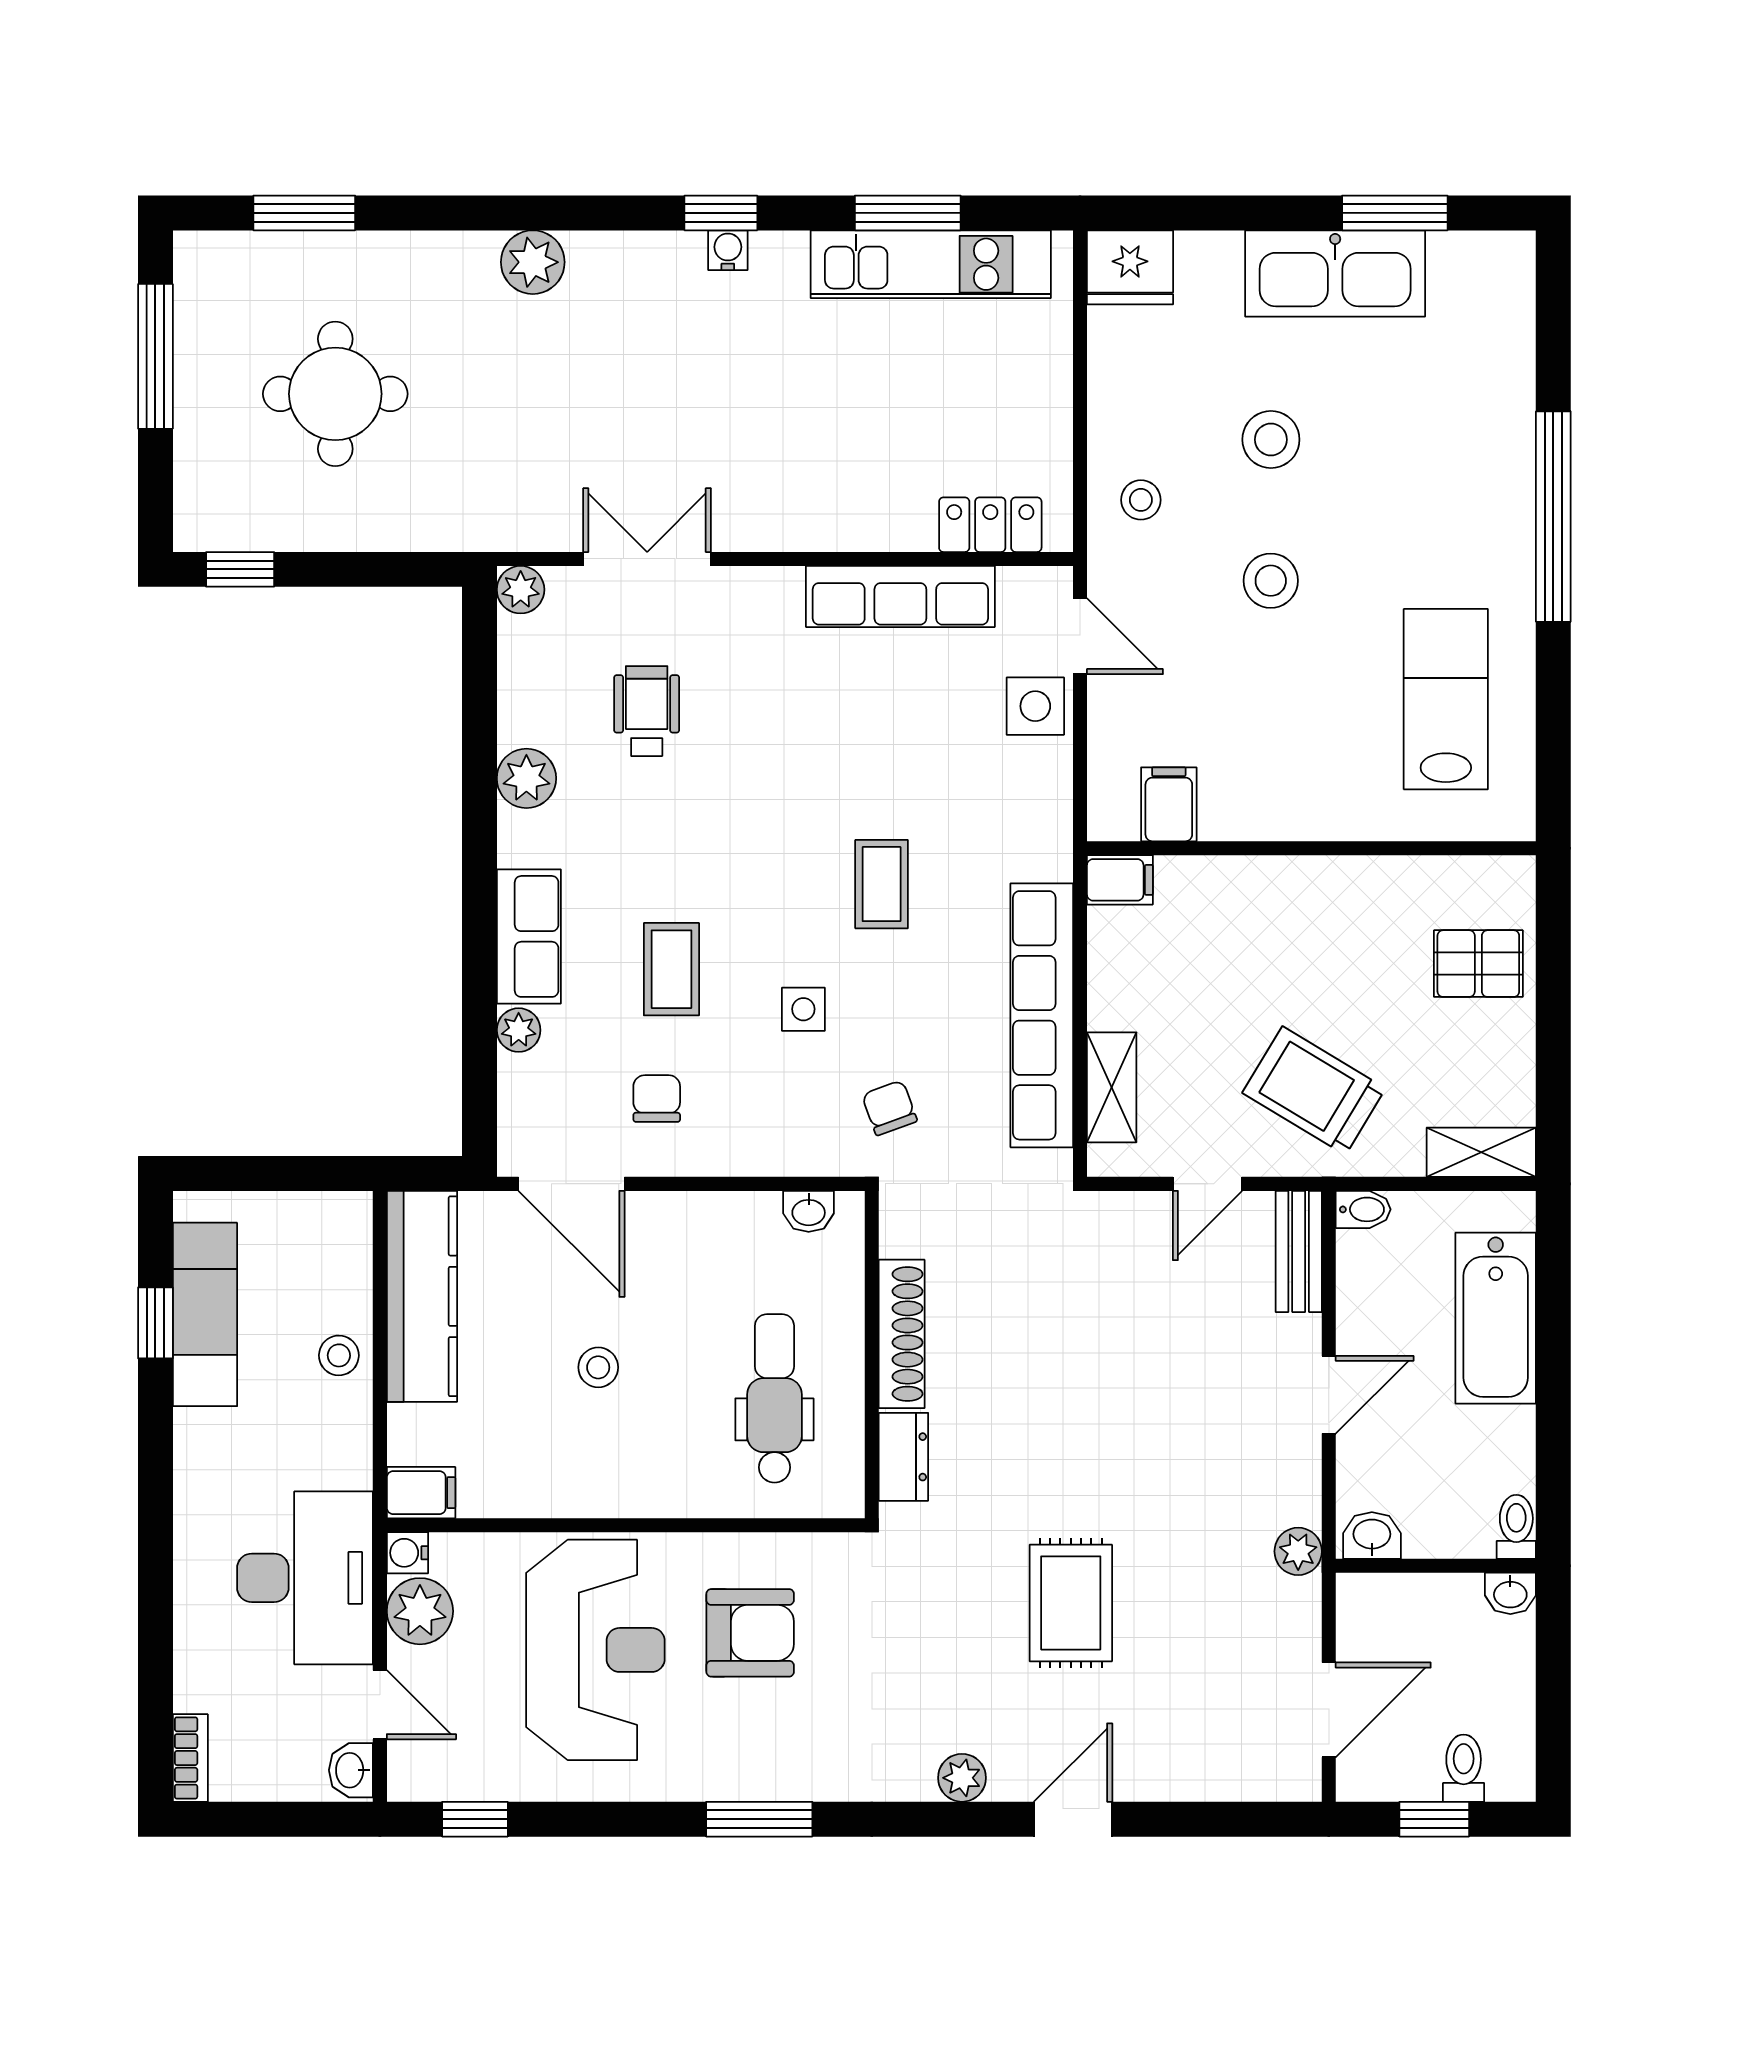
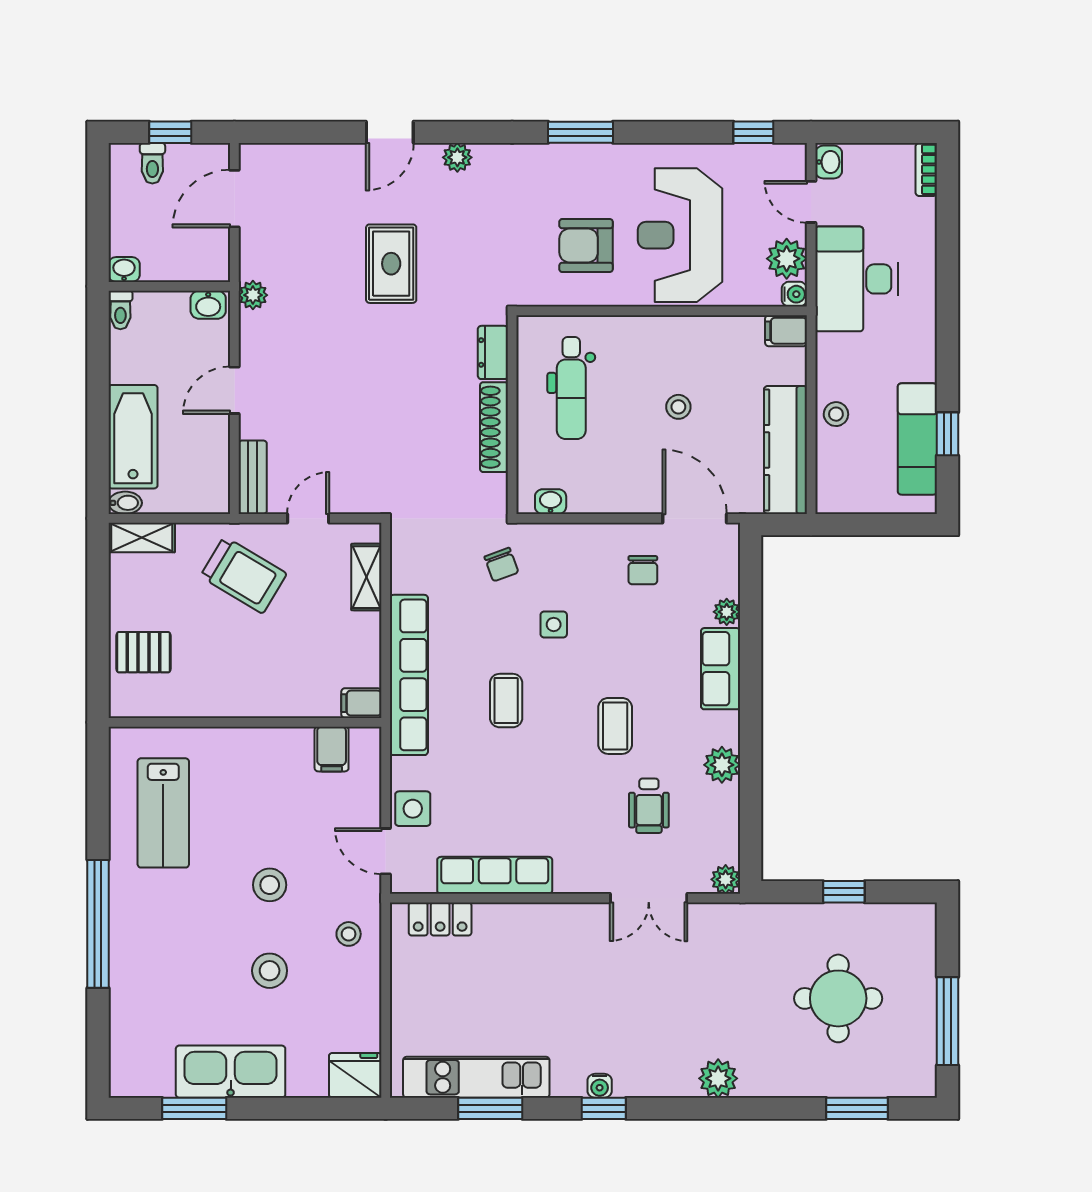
window: (240, 569) -> (844, 892), moved
coffee table: (671, 969) -> (615, 726), moved
row of seats: (1042, 1015) -> (409, 675), moved
bidet: (1363, 1209) -> (125, 503), moved, turned 180

